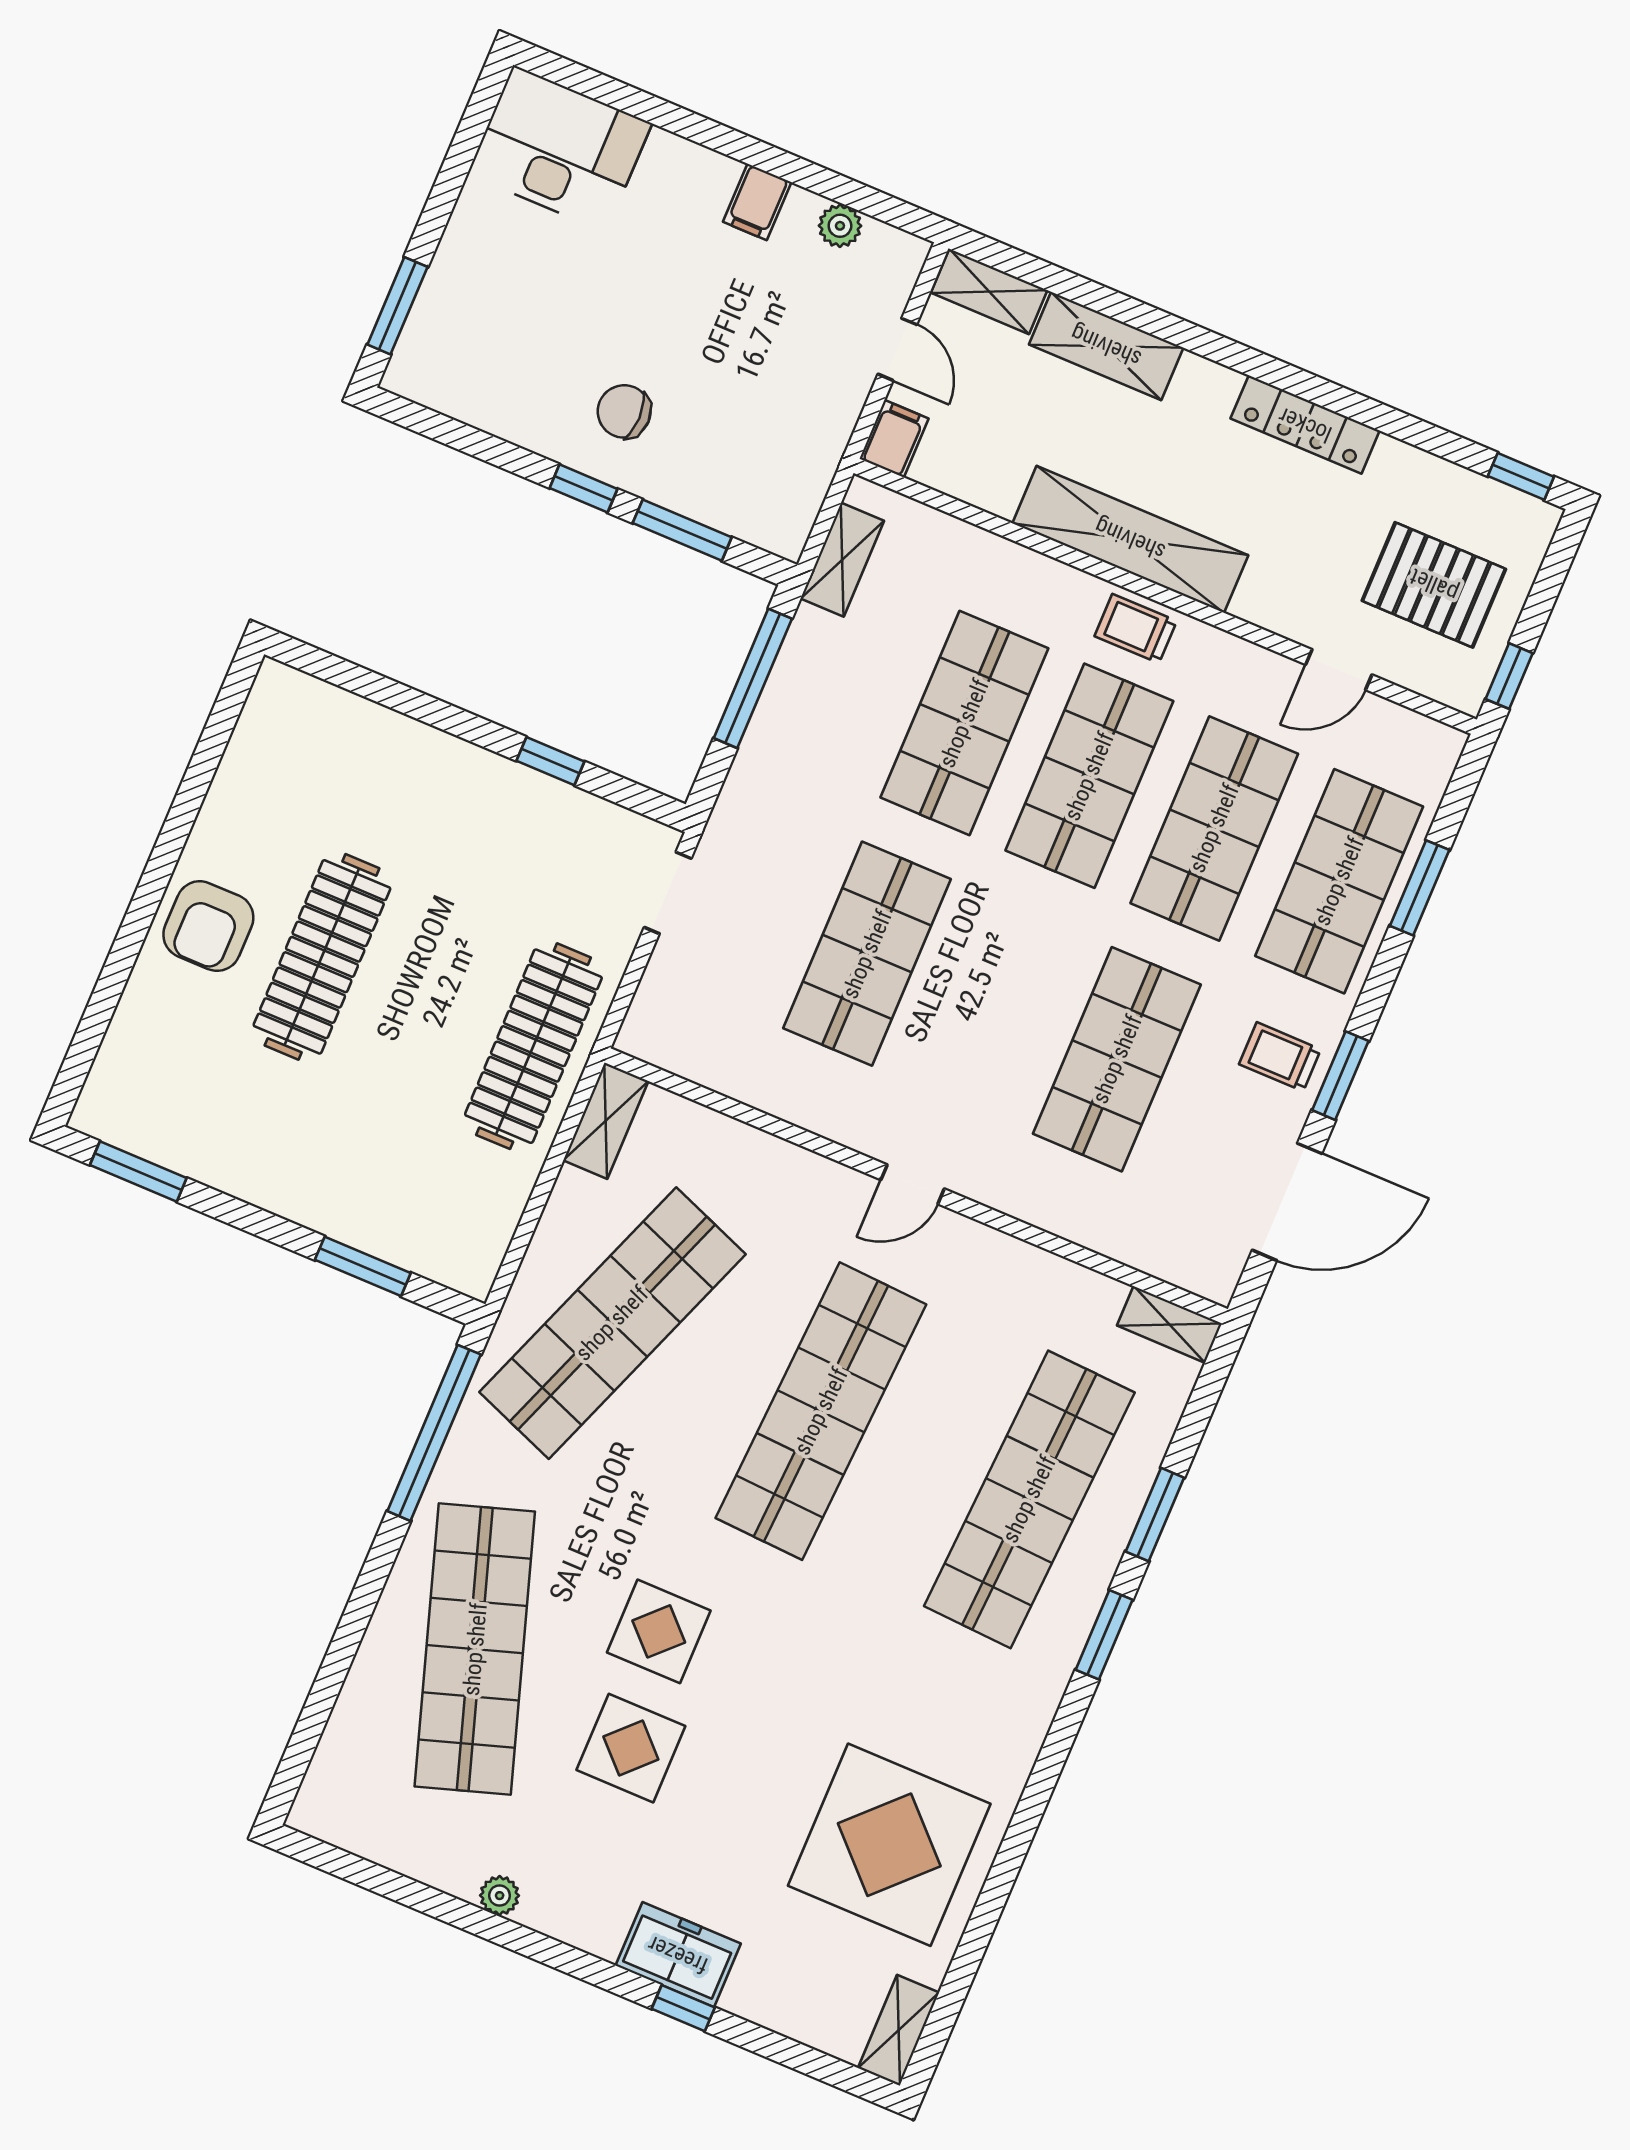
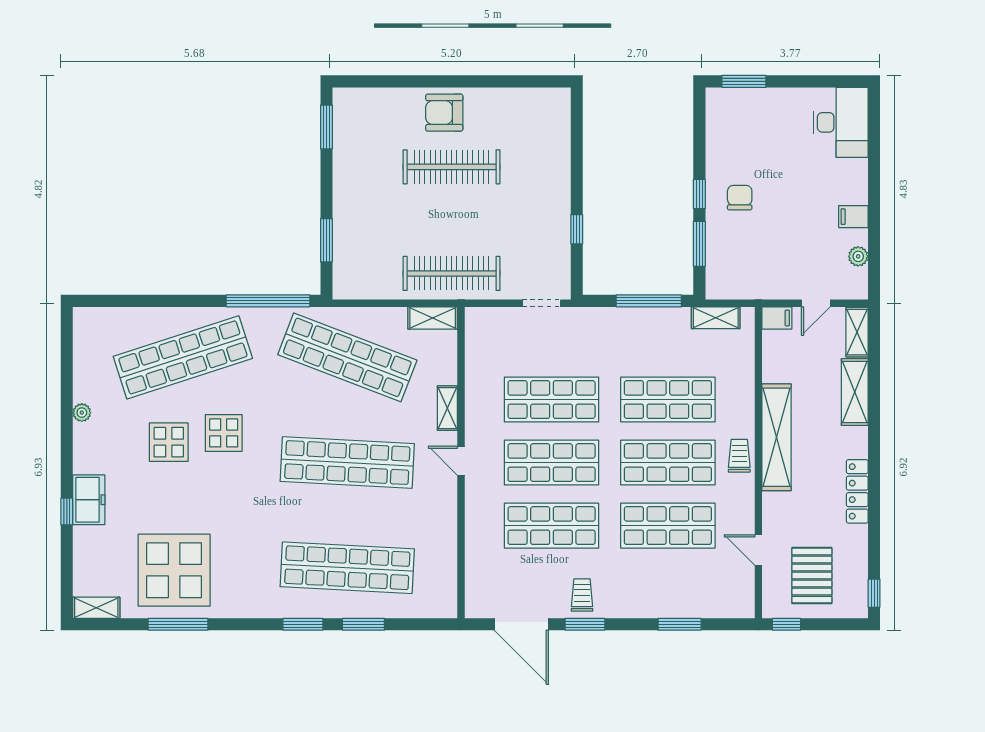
shop shelf: (1339, 881) -> (552, 463), moved
shelving: (1169, 1324) -> (447, 408), moved
window: (1000, 1882) -> (178, 624), added

